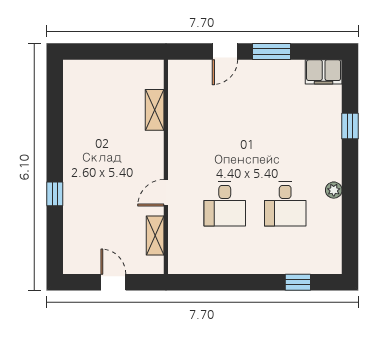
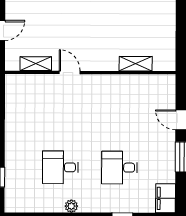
desk: (225, 204) -> (119, 168), moved

